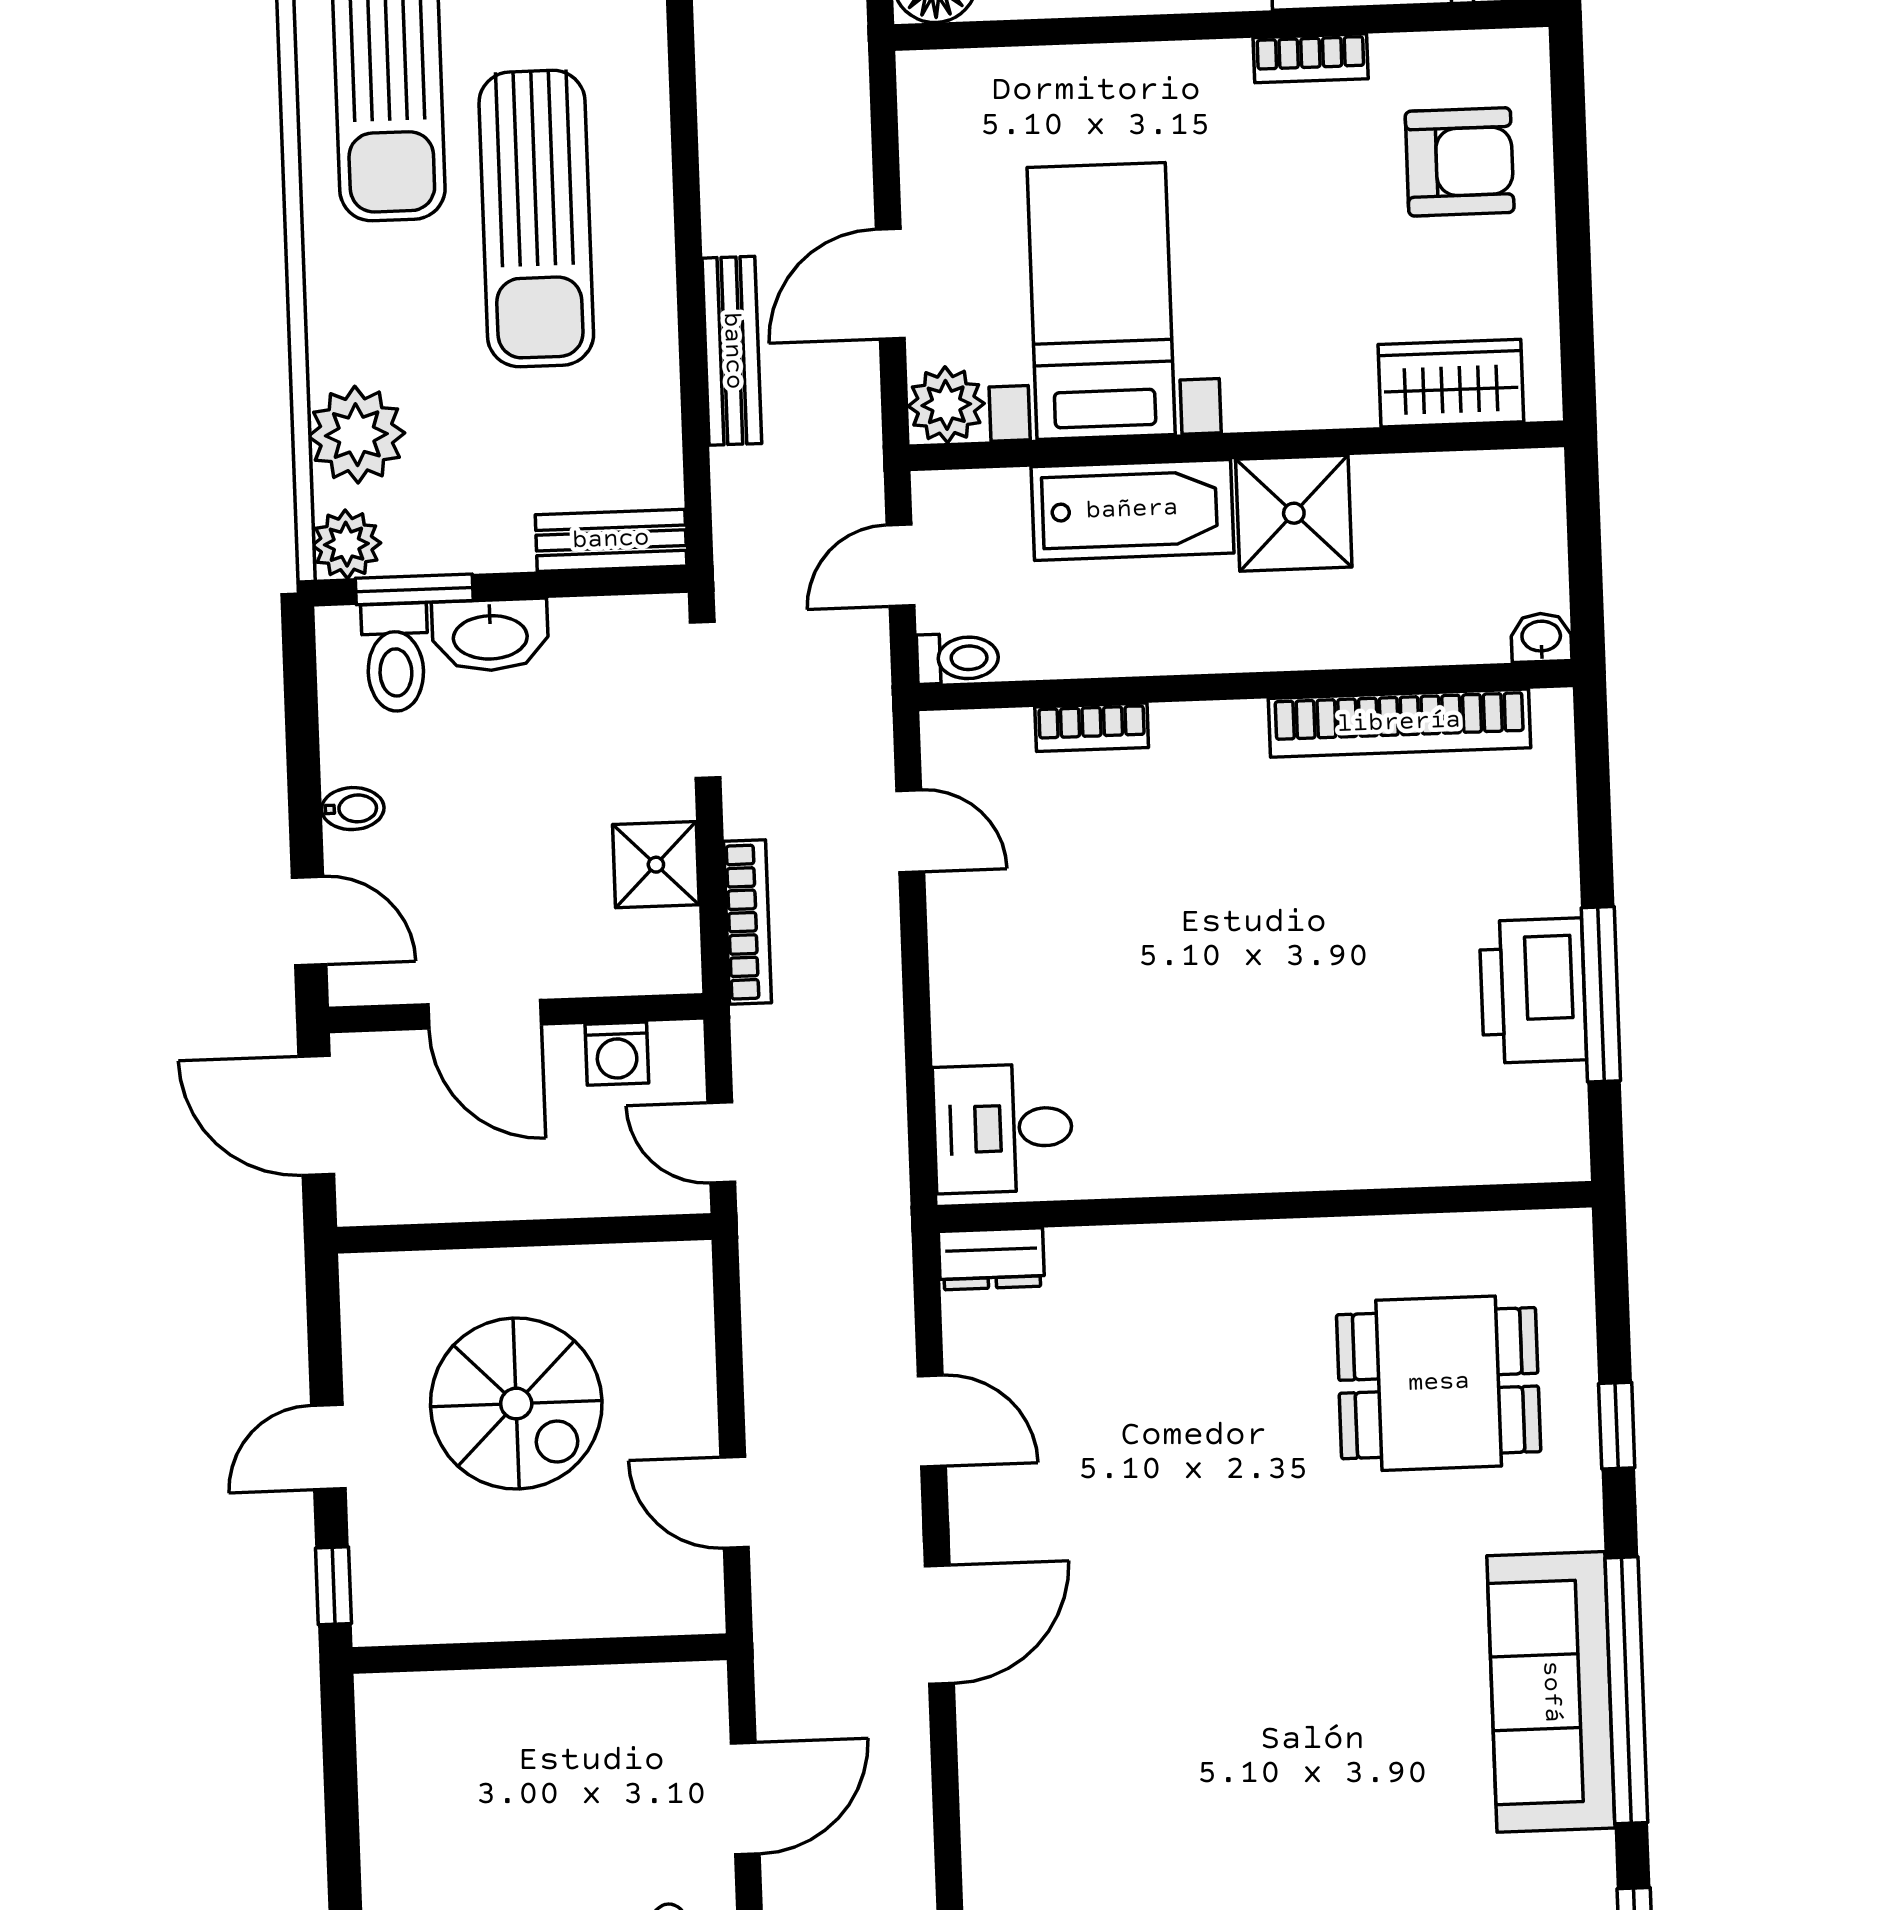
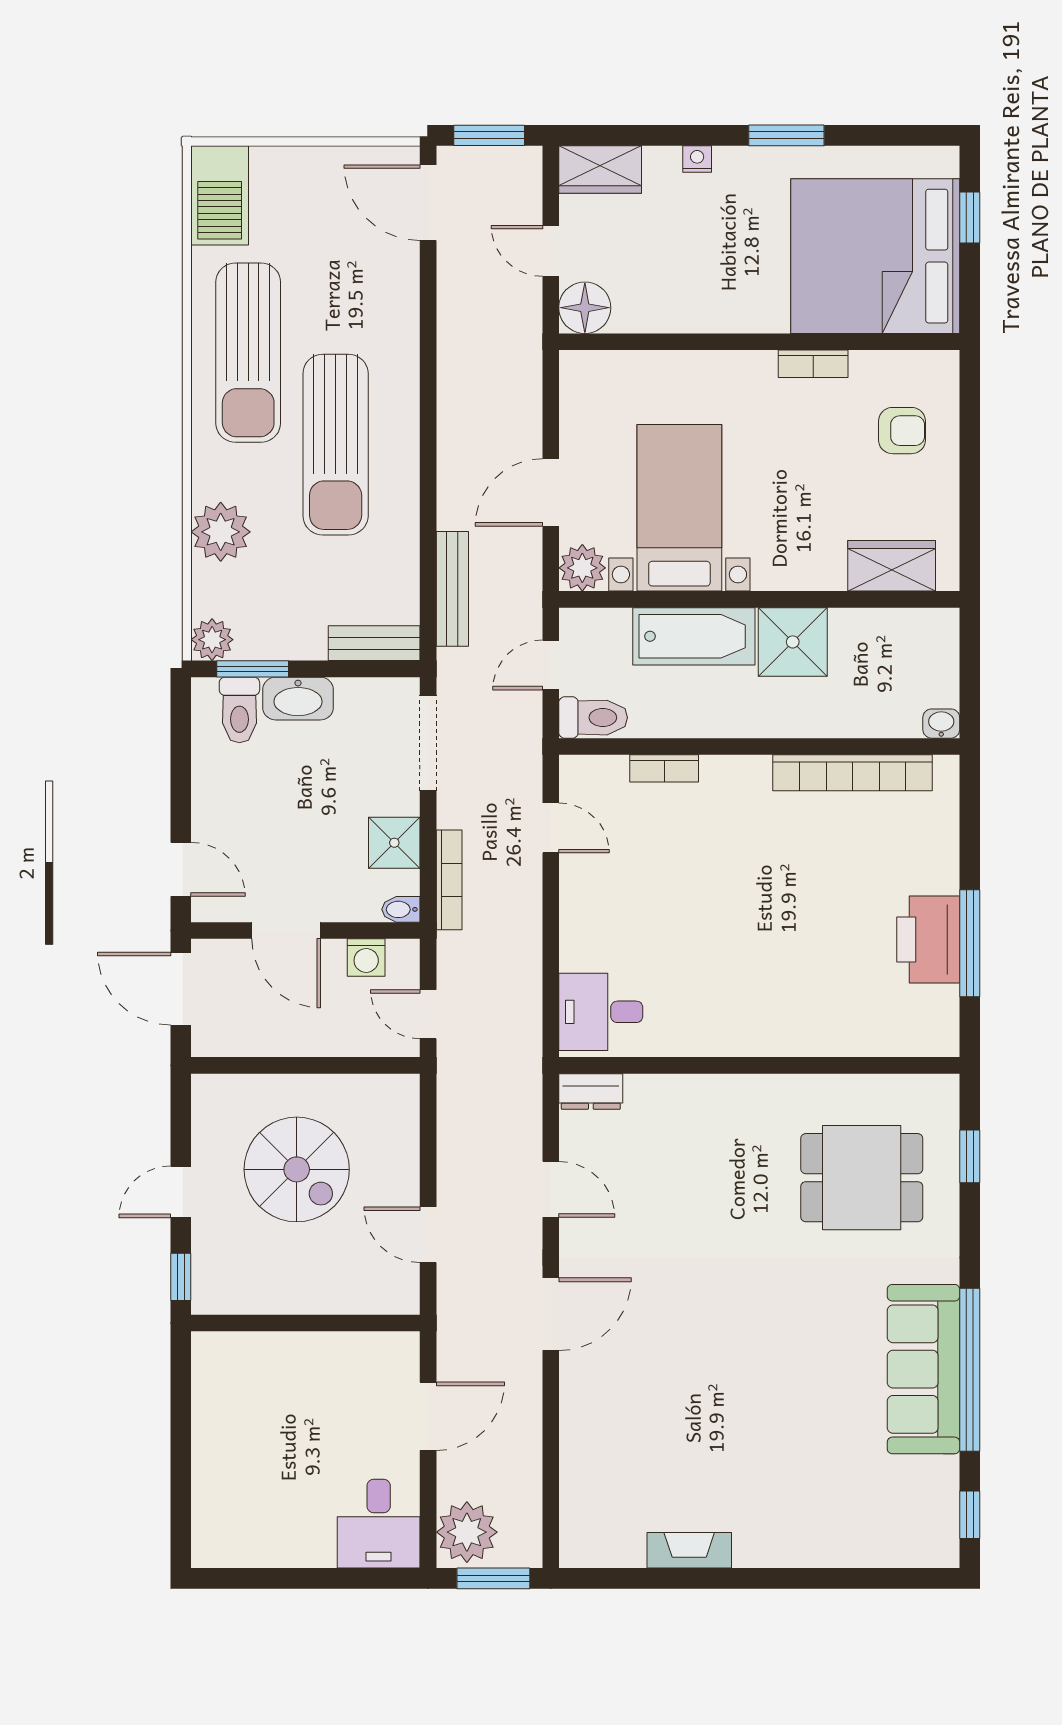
armchair: (1460, 162) -> (902, 431), width x0.72, depth x0.72
bench: (732, 351) -> (452, 589), moved
plant: (356, 435) -> (221, 532), moved
toilet: (958, 658) -> (593, 718), width x1.37, depth x1.39
bidet: (353, 809) -> (401, 909), moved, turned 180
window: (1617, 1426) -> (970, 1156), moved

